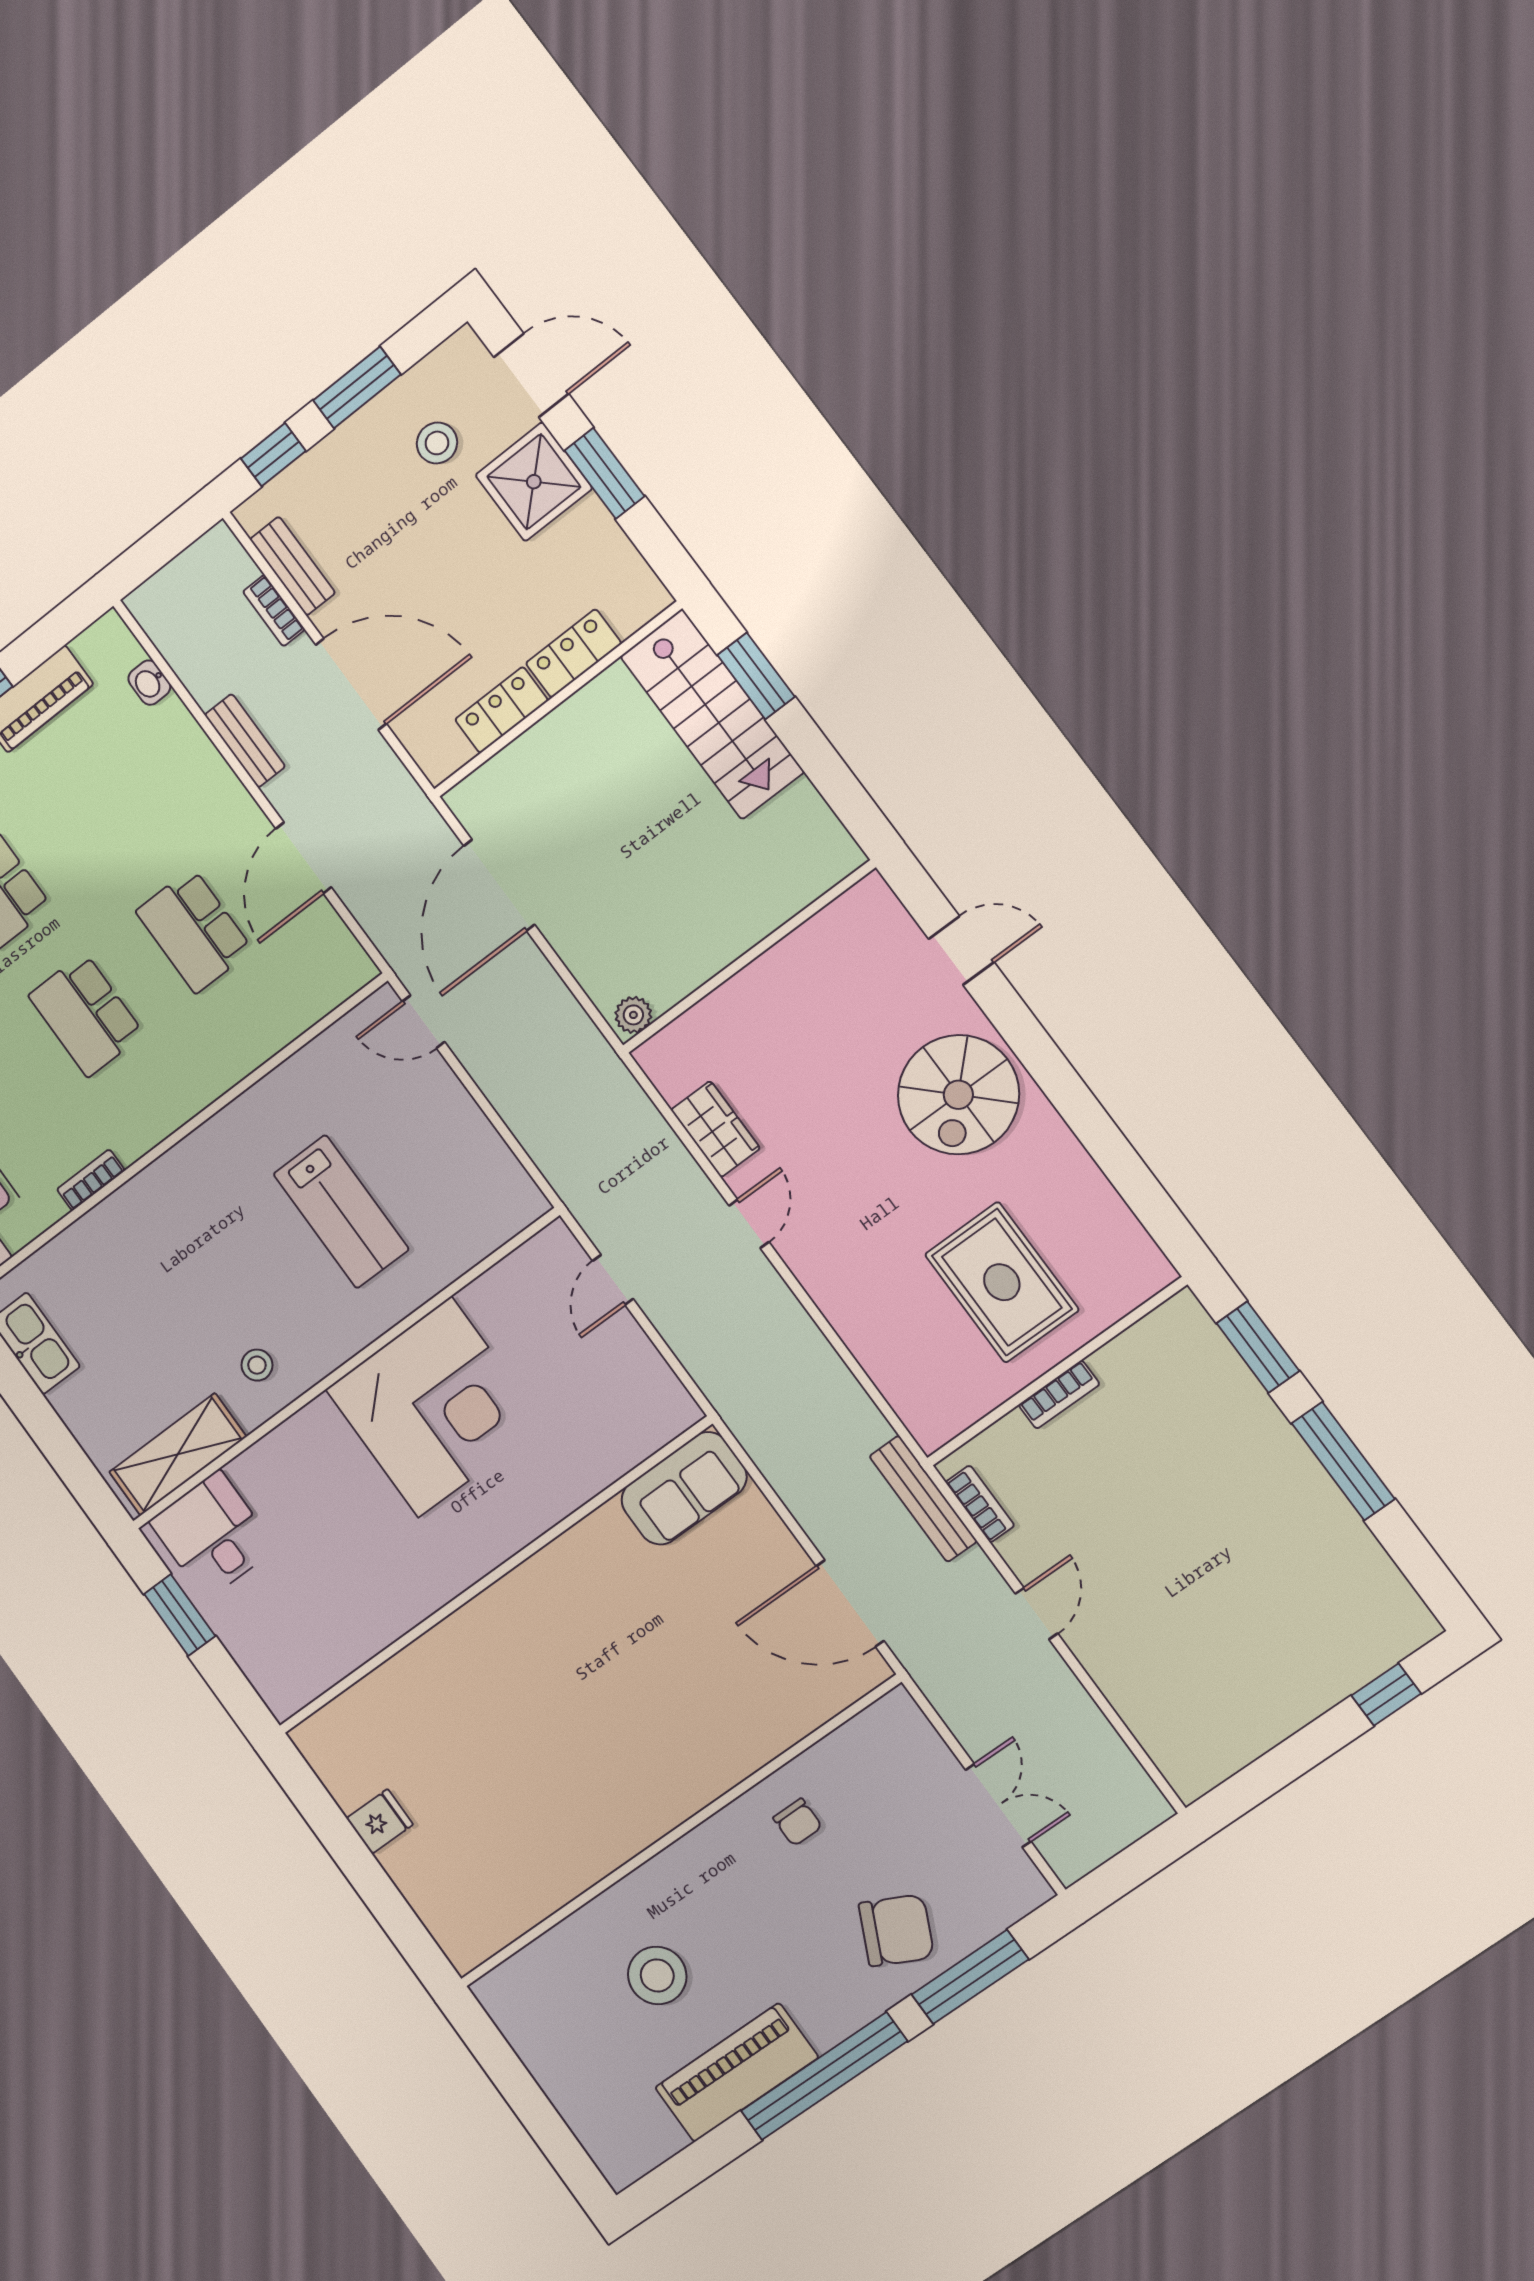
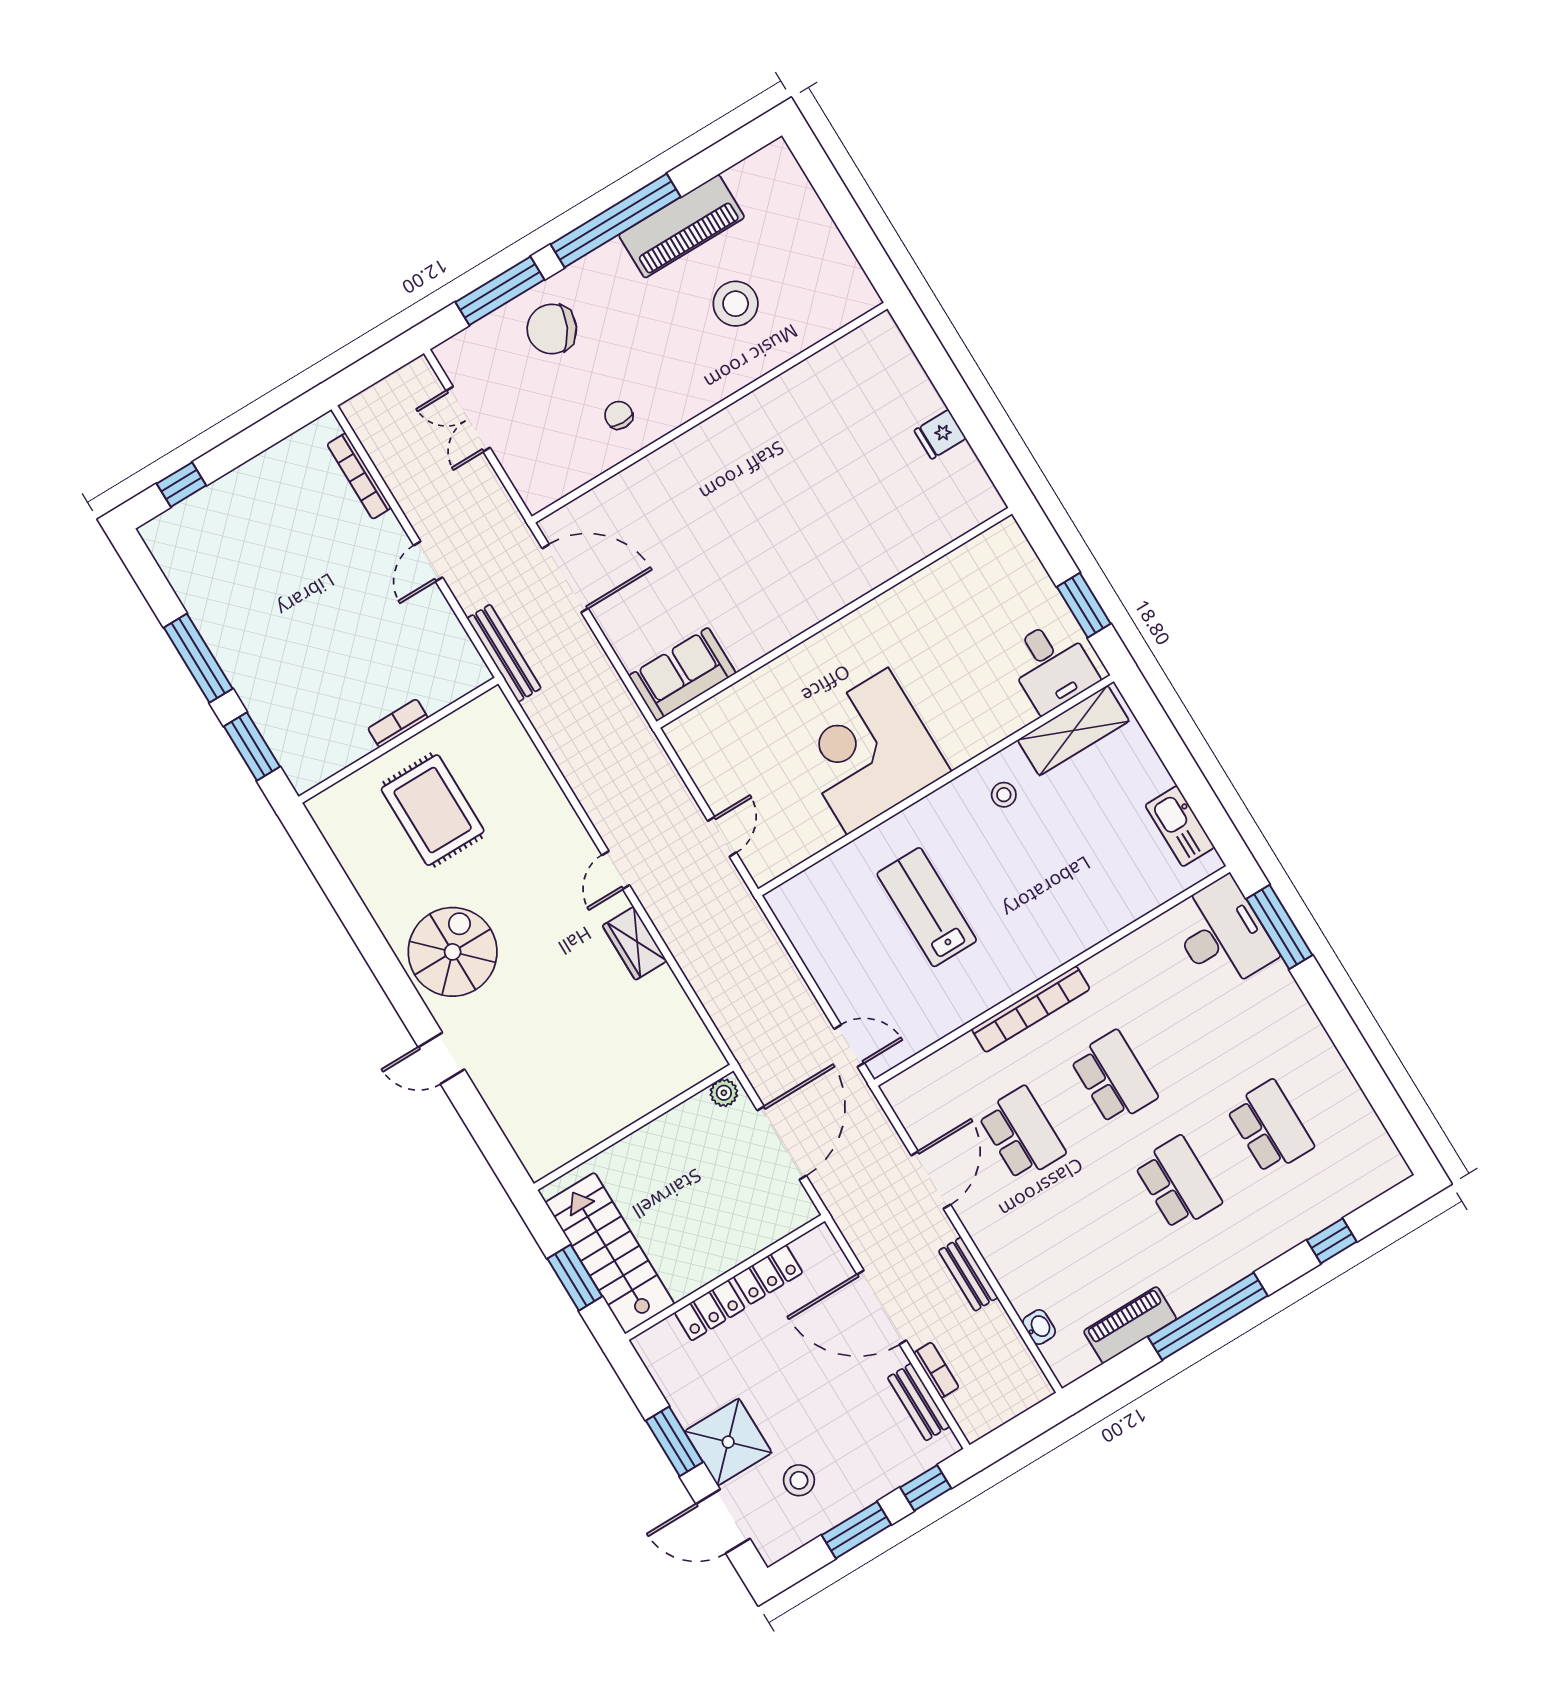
wall: (749, 957) -> (634, 1127), moved
plant: (633, 1015) -> (724, 1093), moved
bookcase: (91, 1180) -> (1031, 1009), moved, width x2.31, depth x1.31
bookcase: (980, 1504) -> (359, 476), moved, width x1.56

